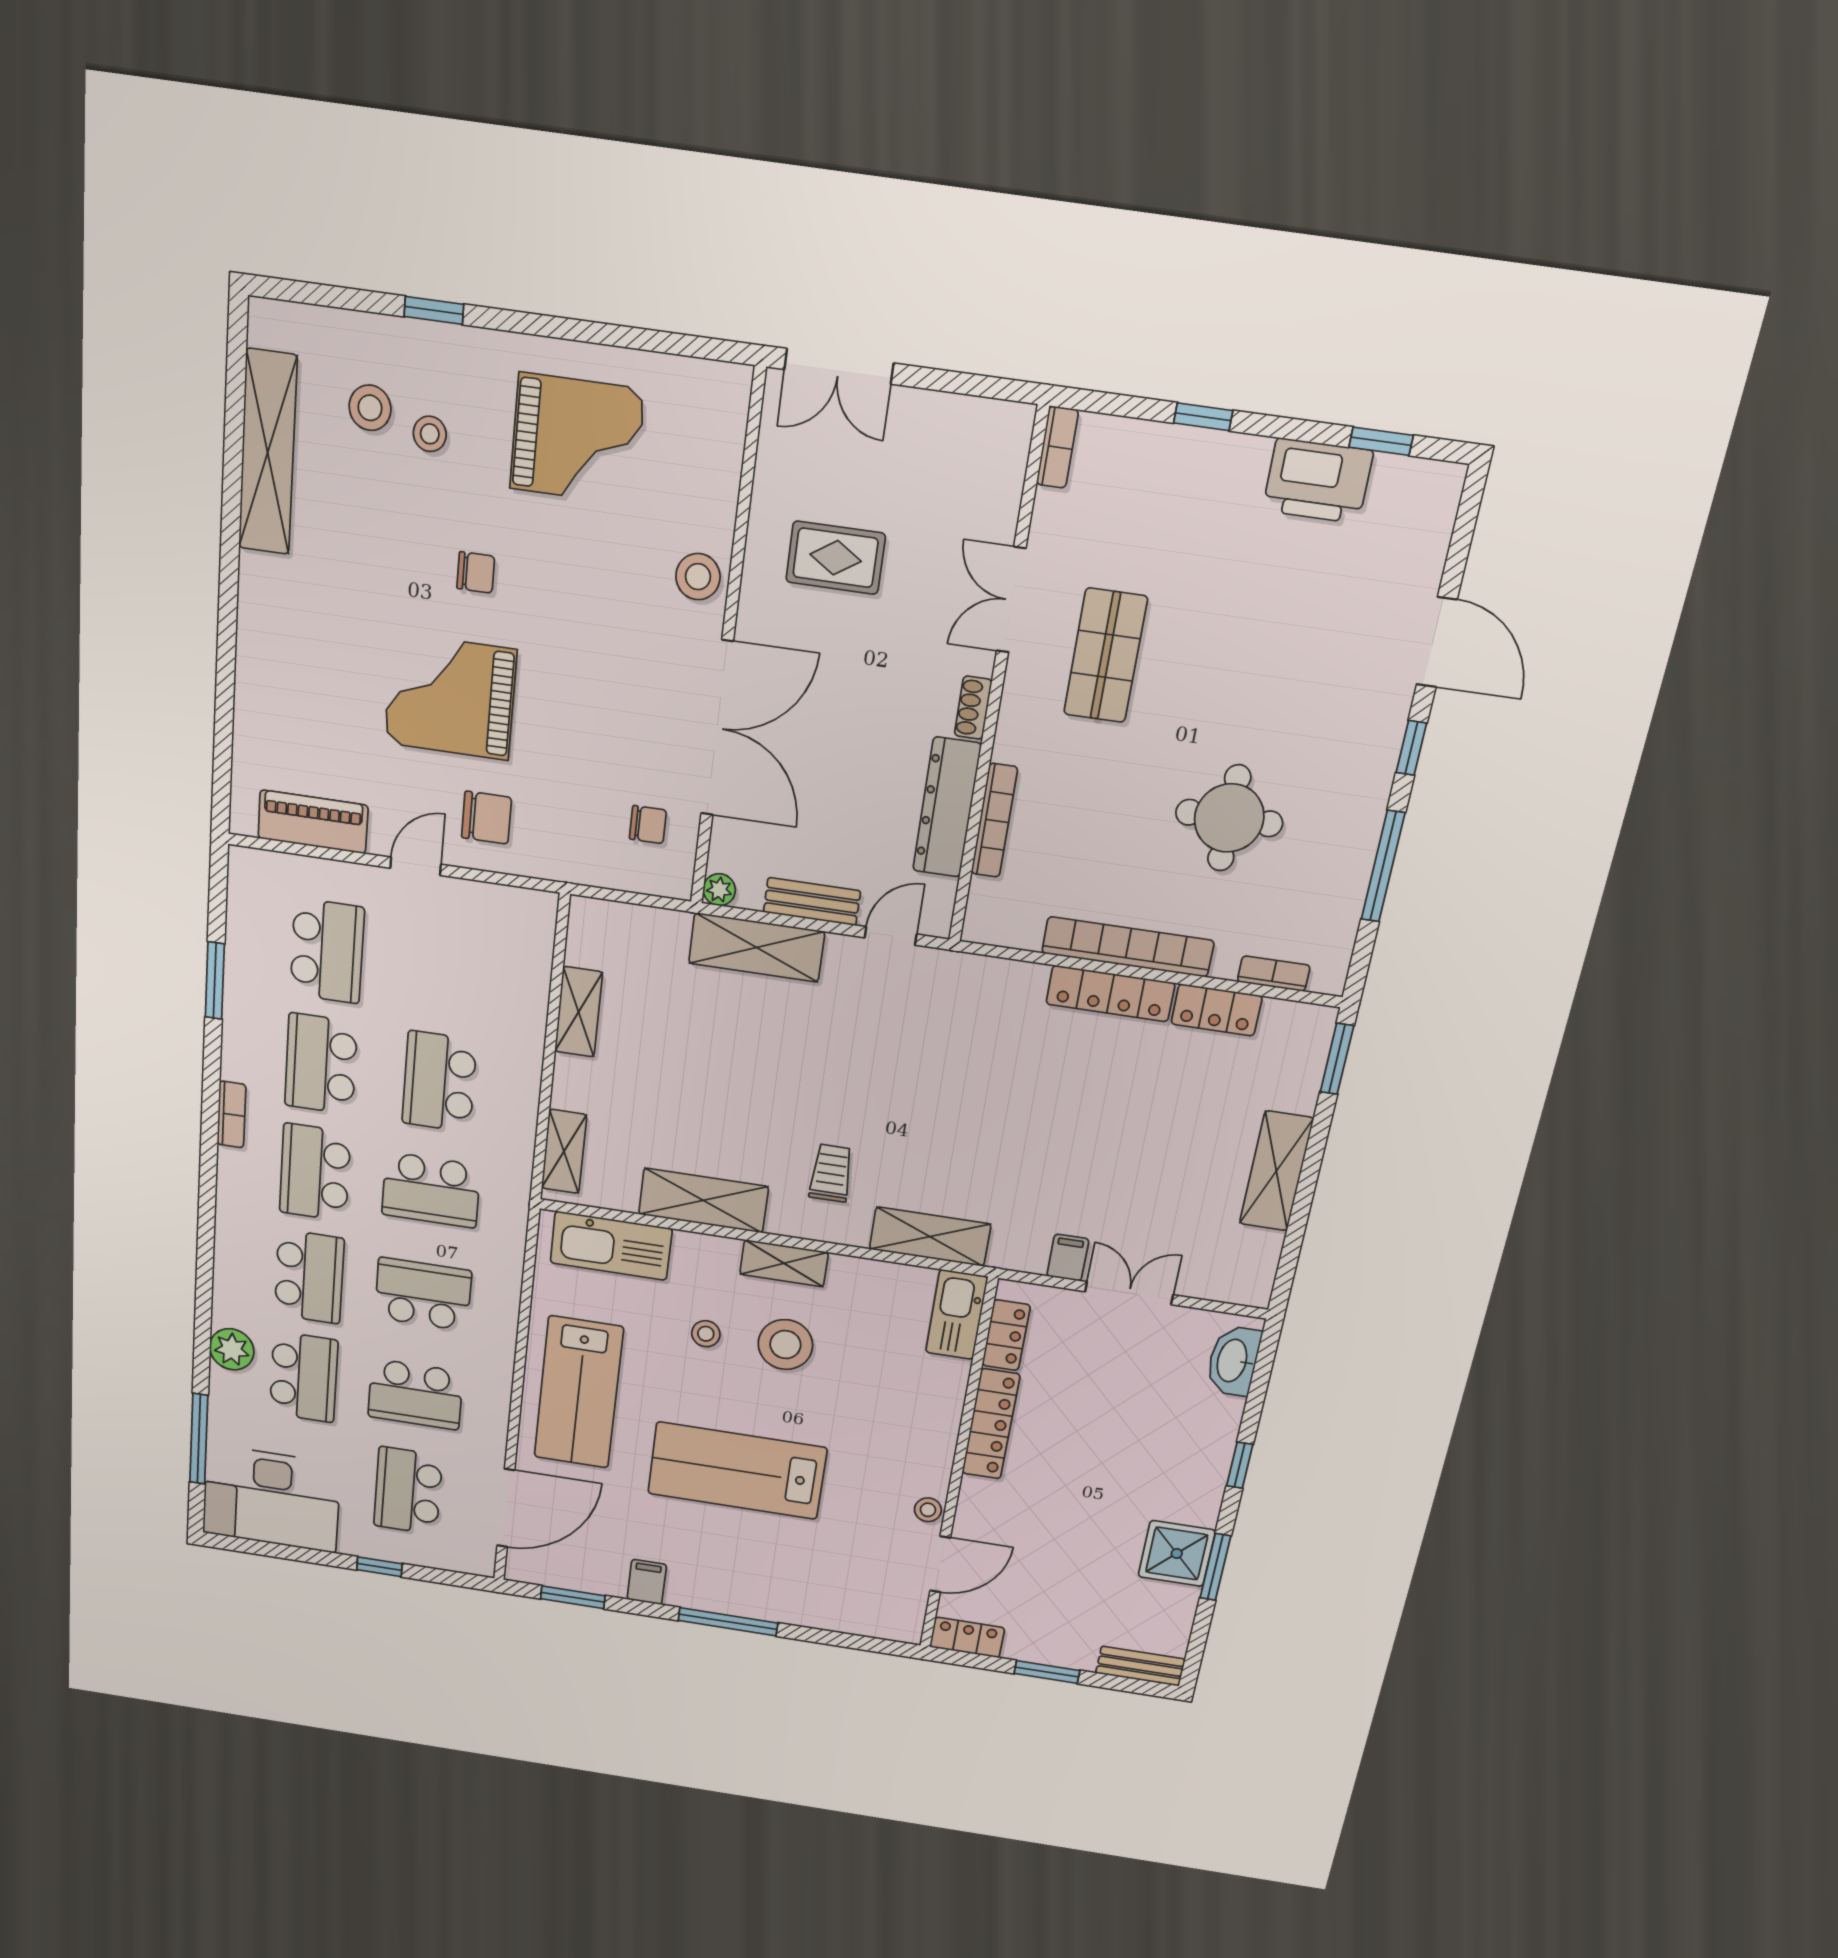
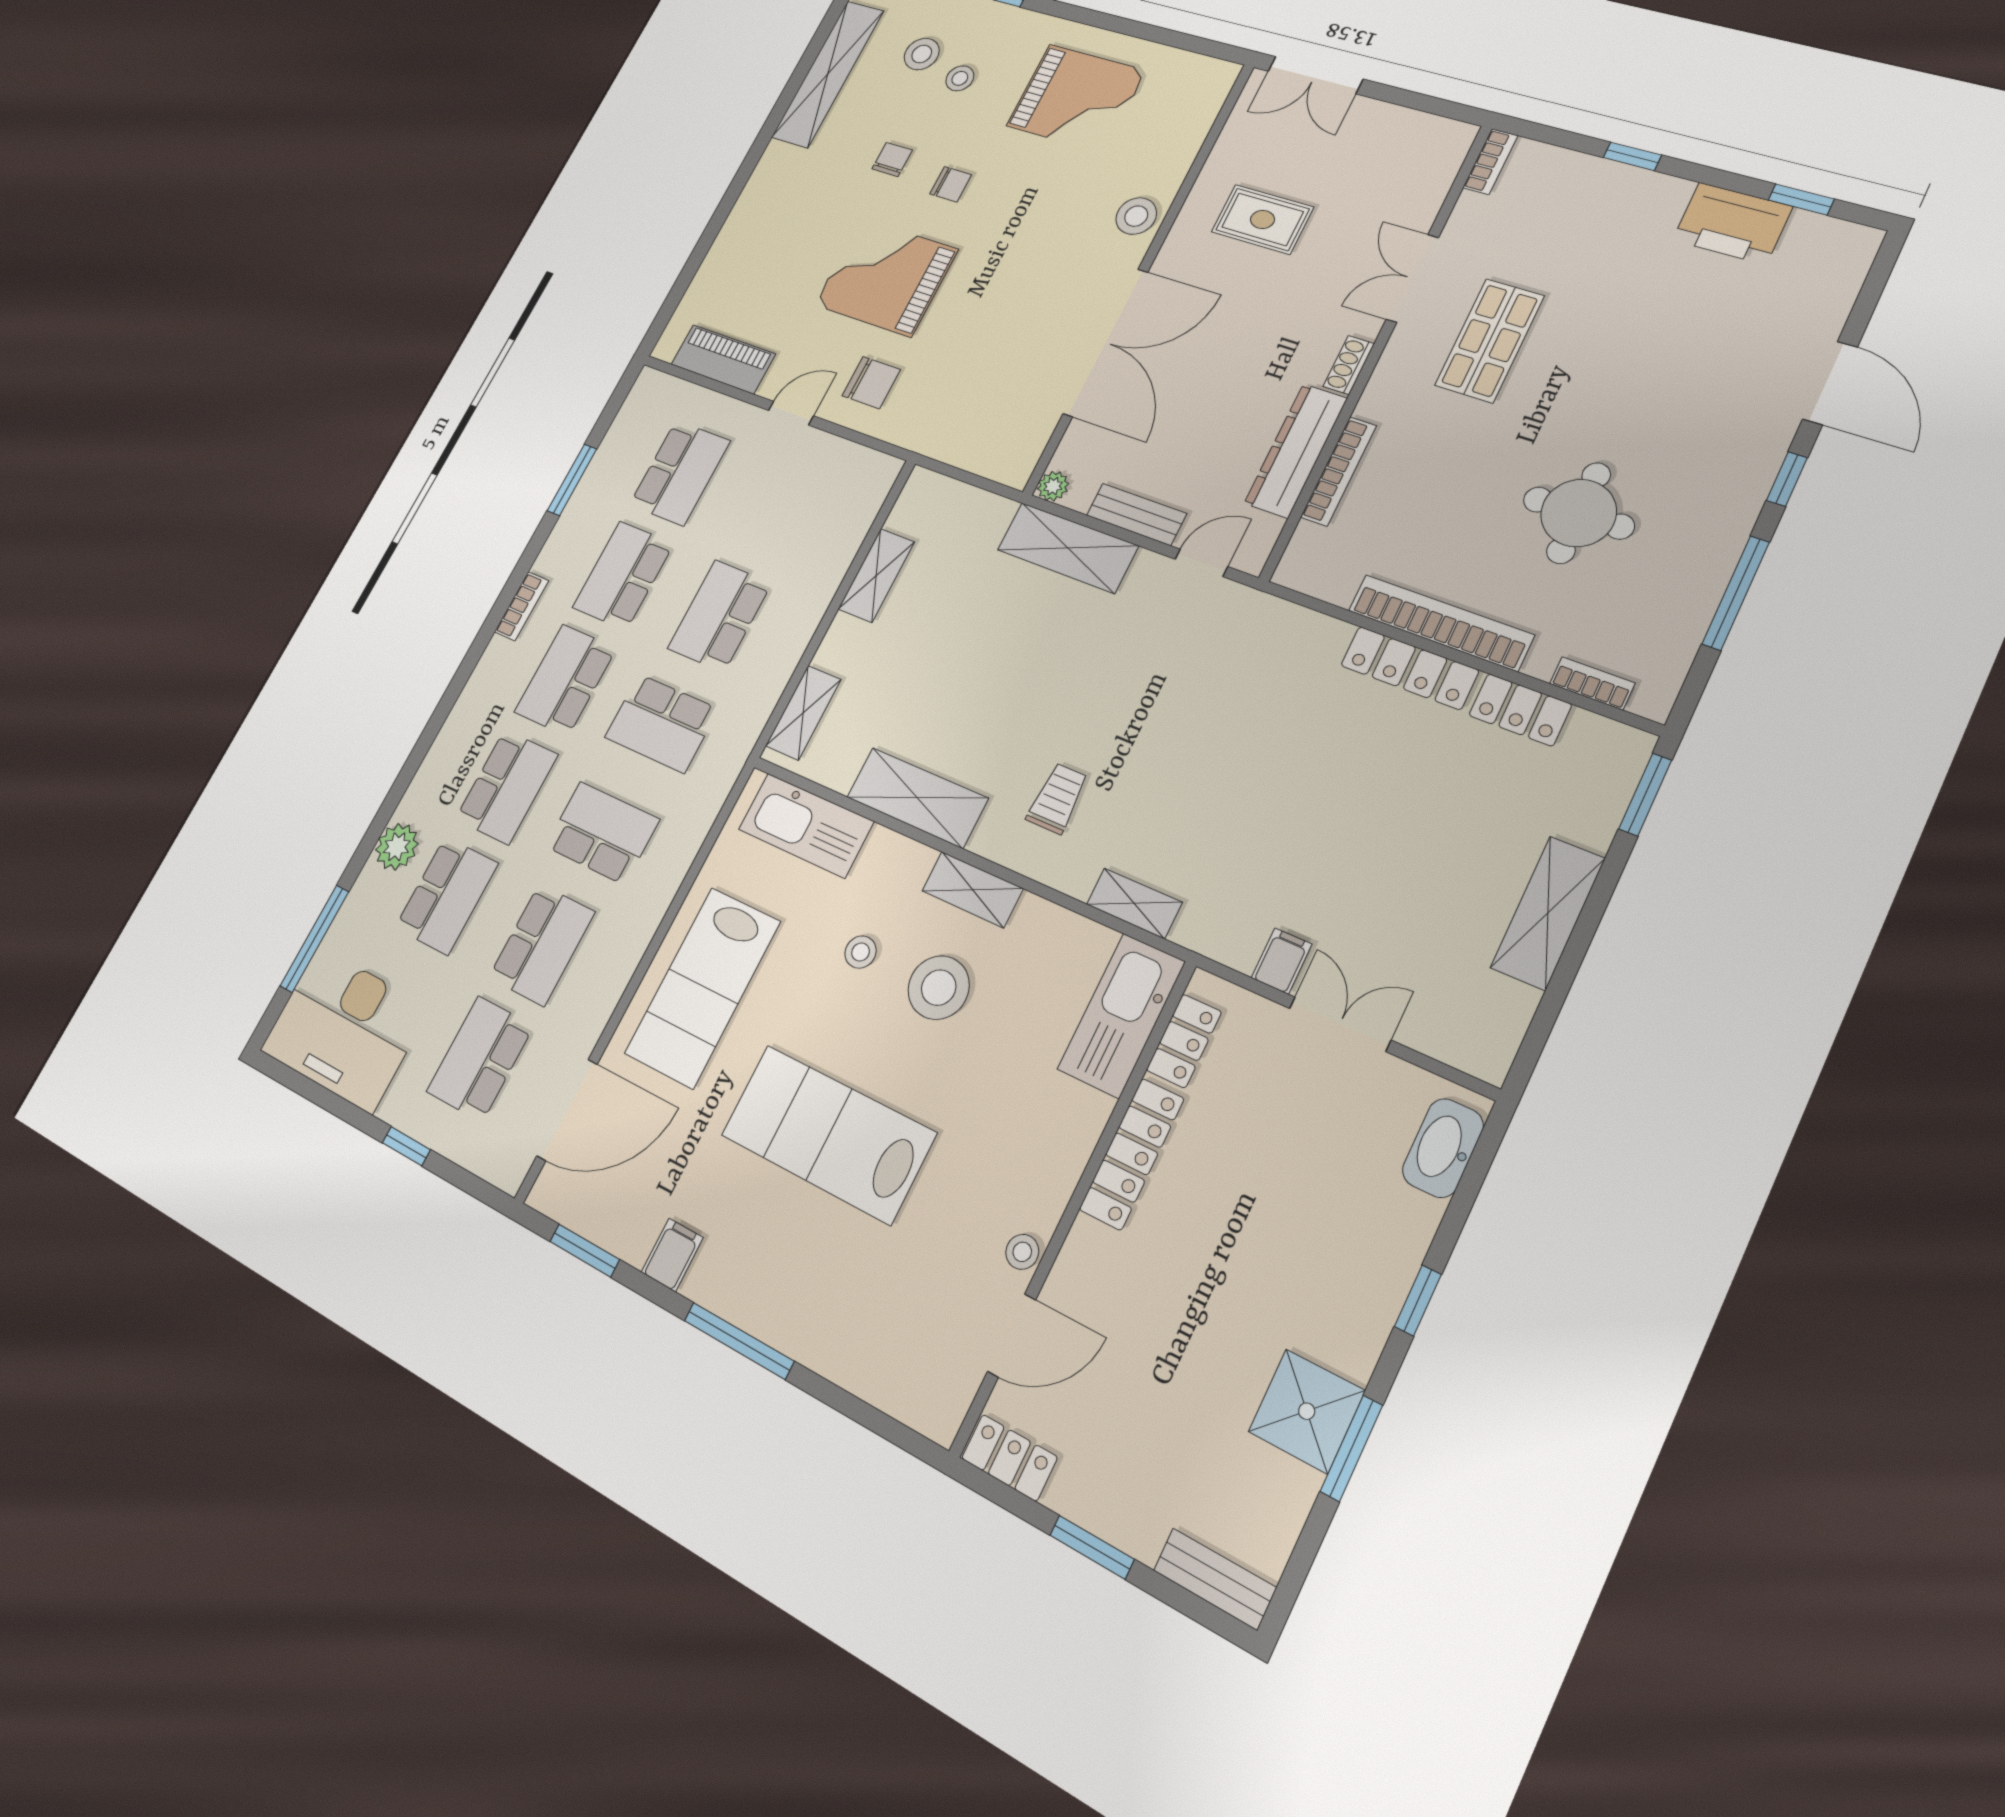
chair: (648, 825) -> (892, 159), moved, turned -90
shelving: (930, 1237) -> (1134, 903), width x0.67, depth x0.75
kitchen sink: (957, 1315) -> (1121, 1015), width x1.36, depth x1.24
school desk: (415, 1394) -> (542, 945), turned -90

